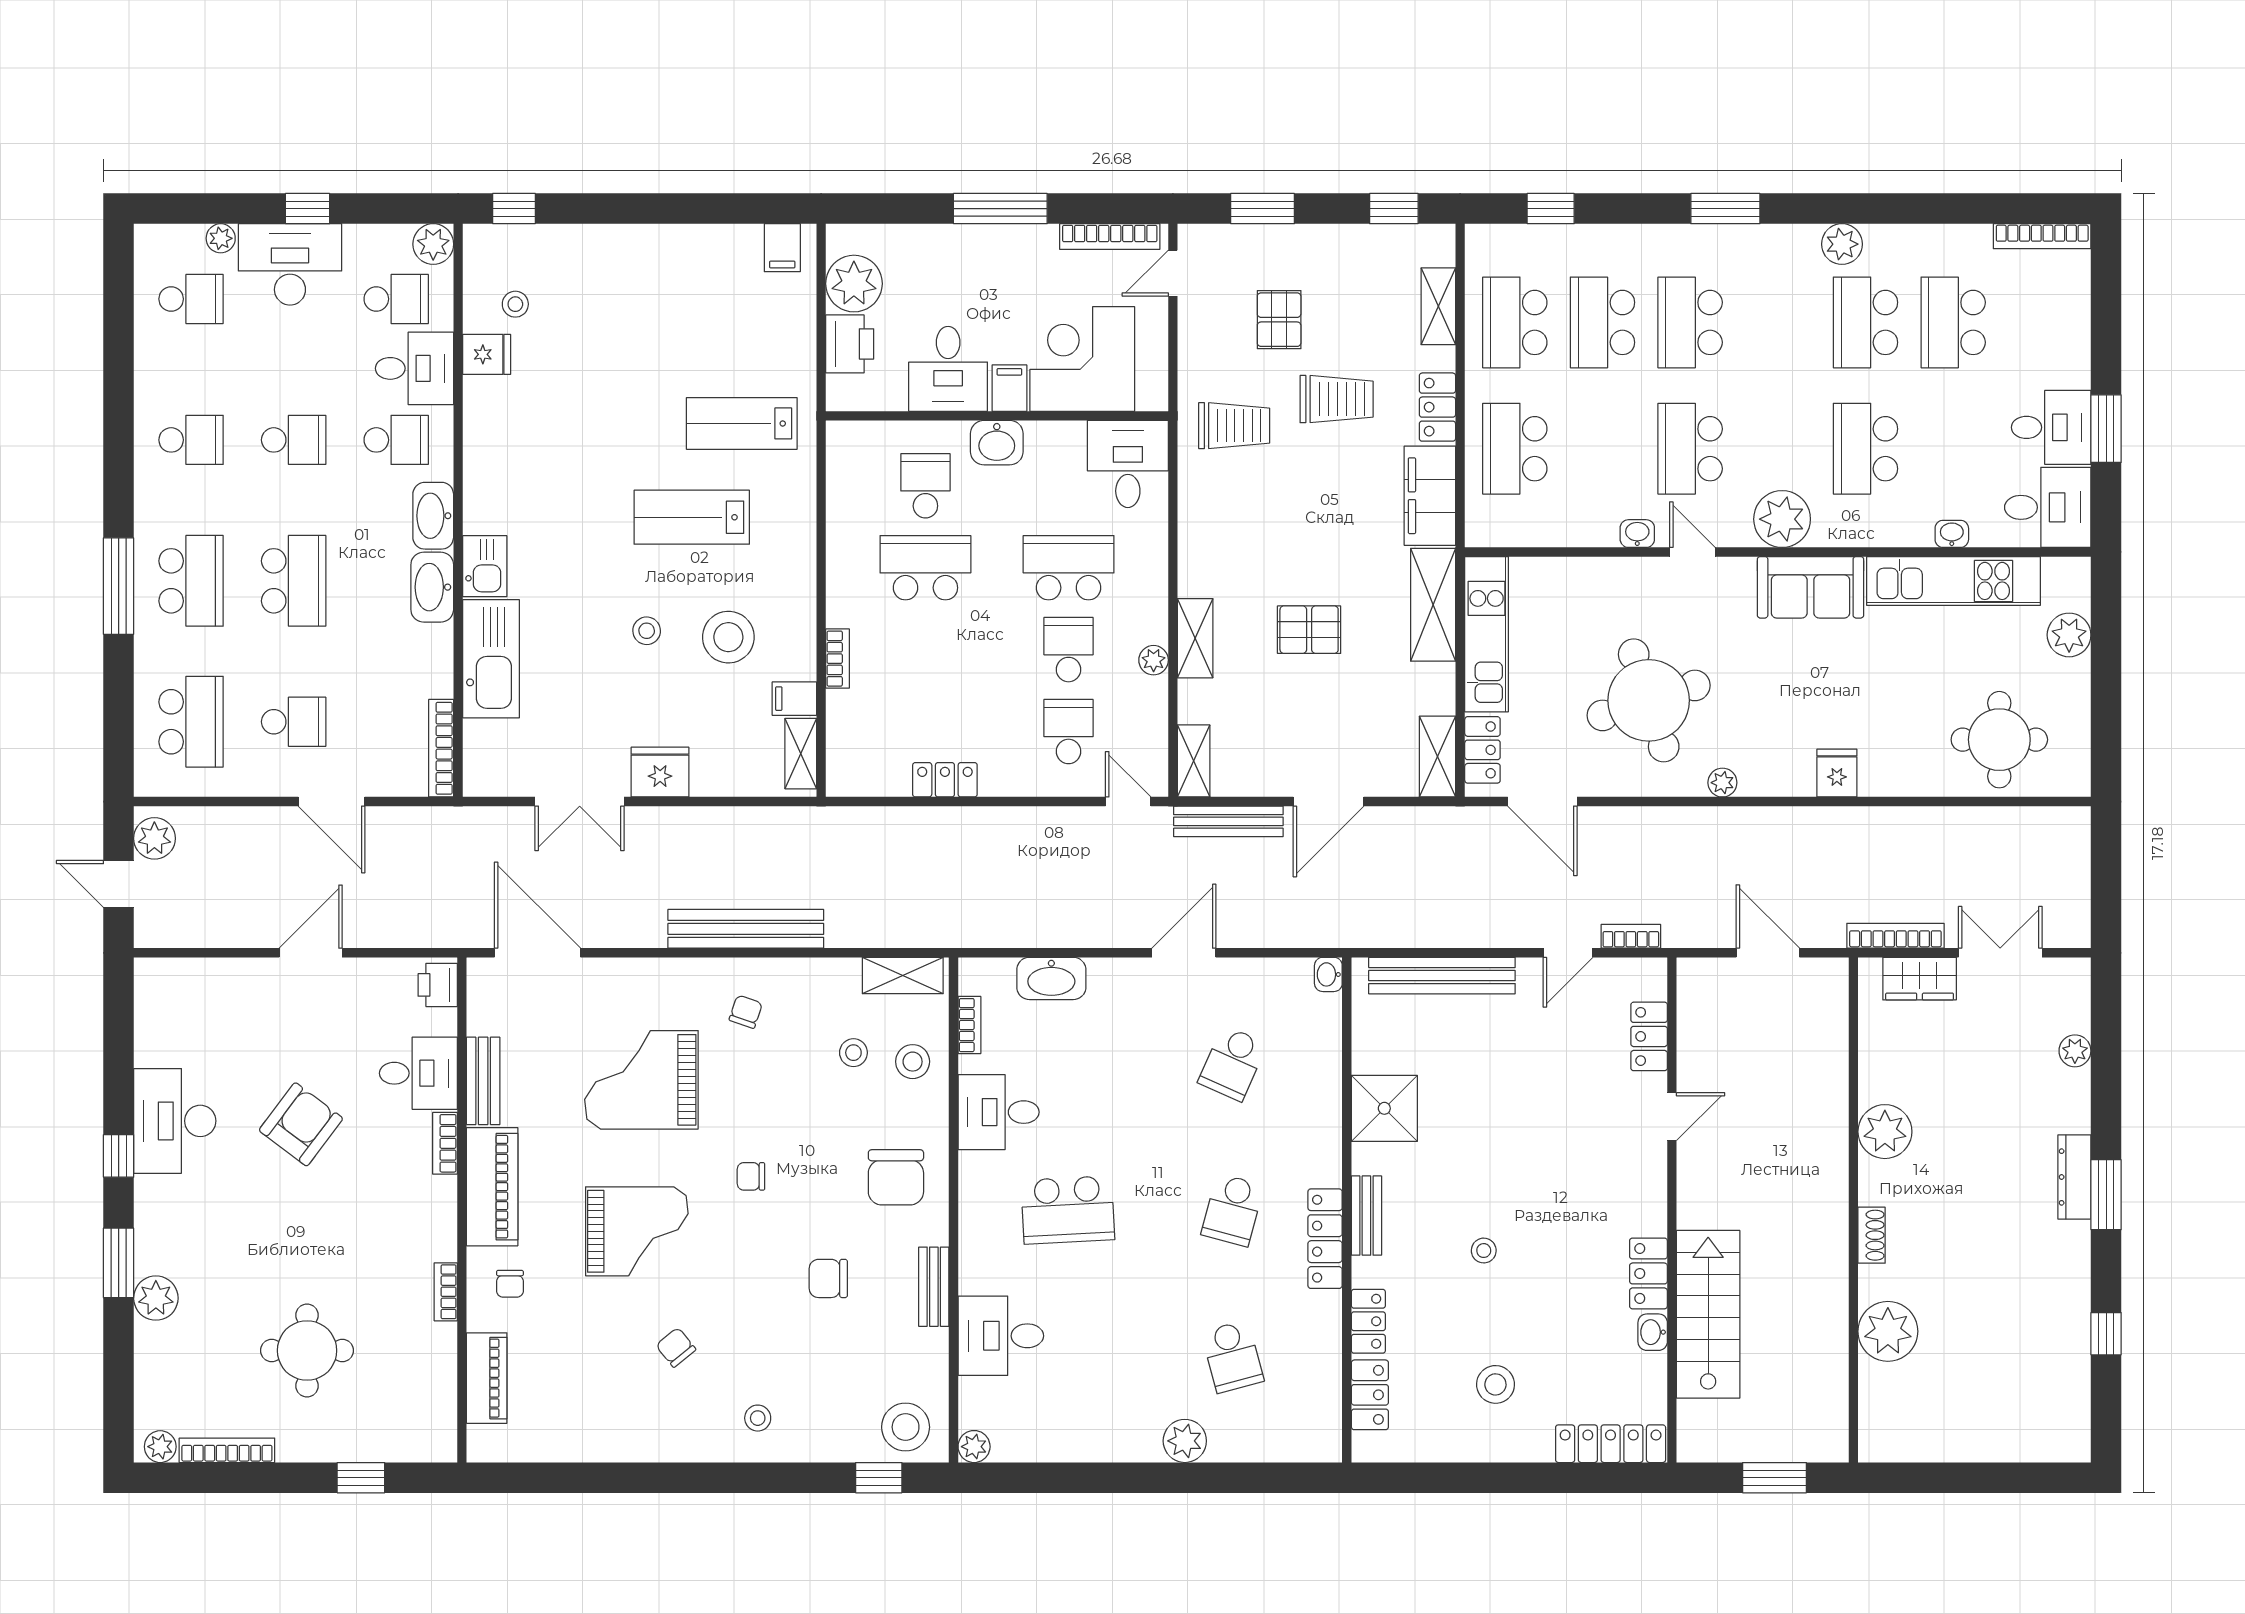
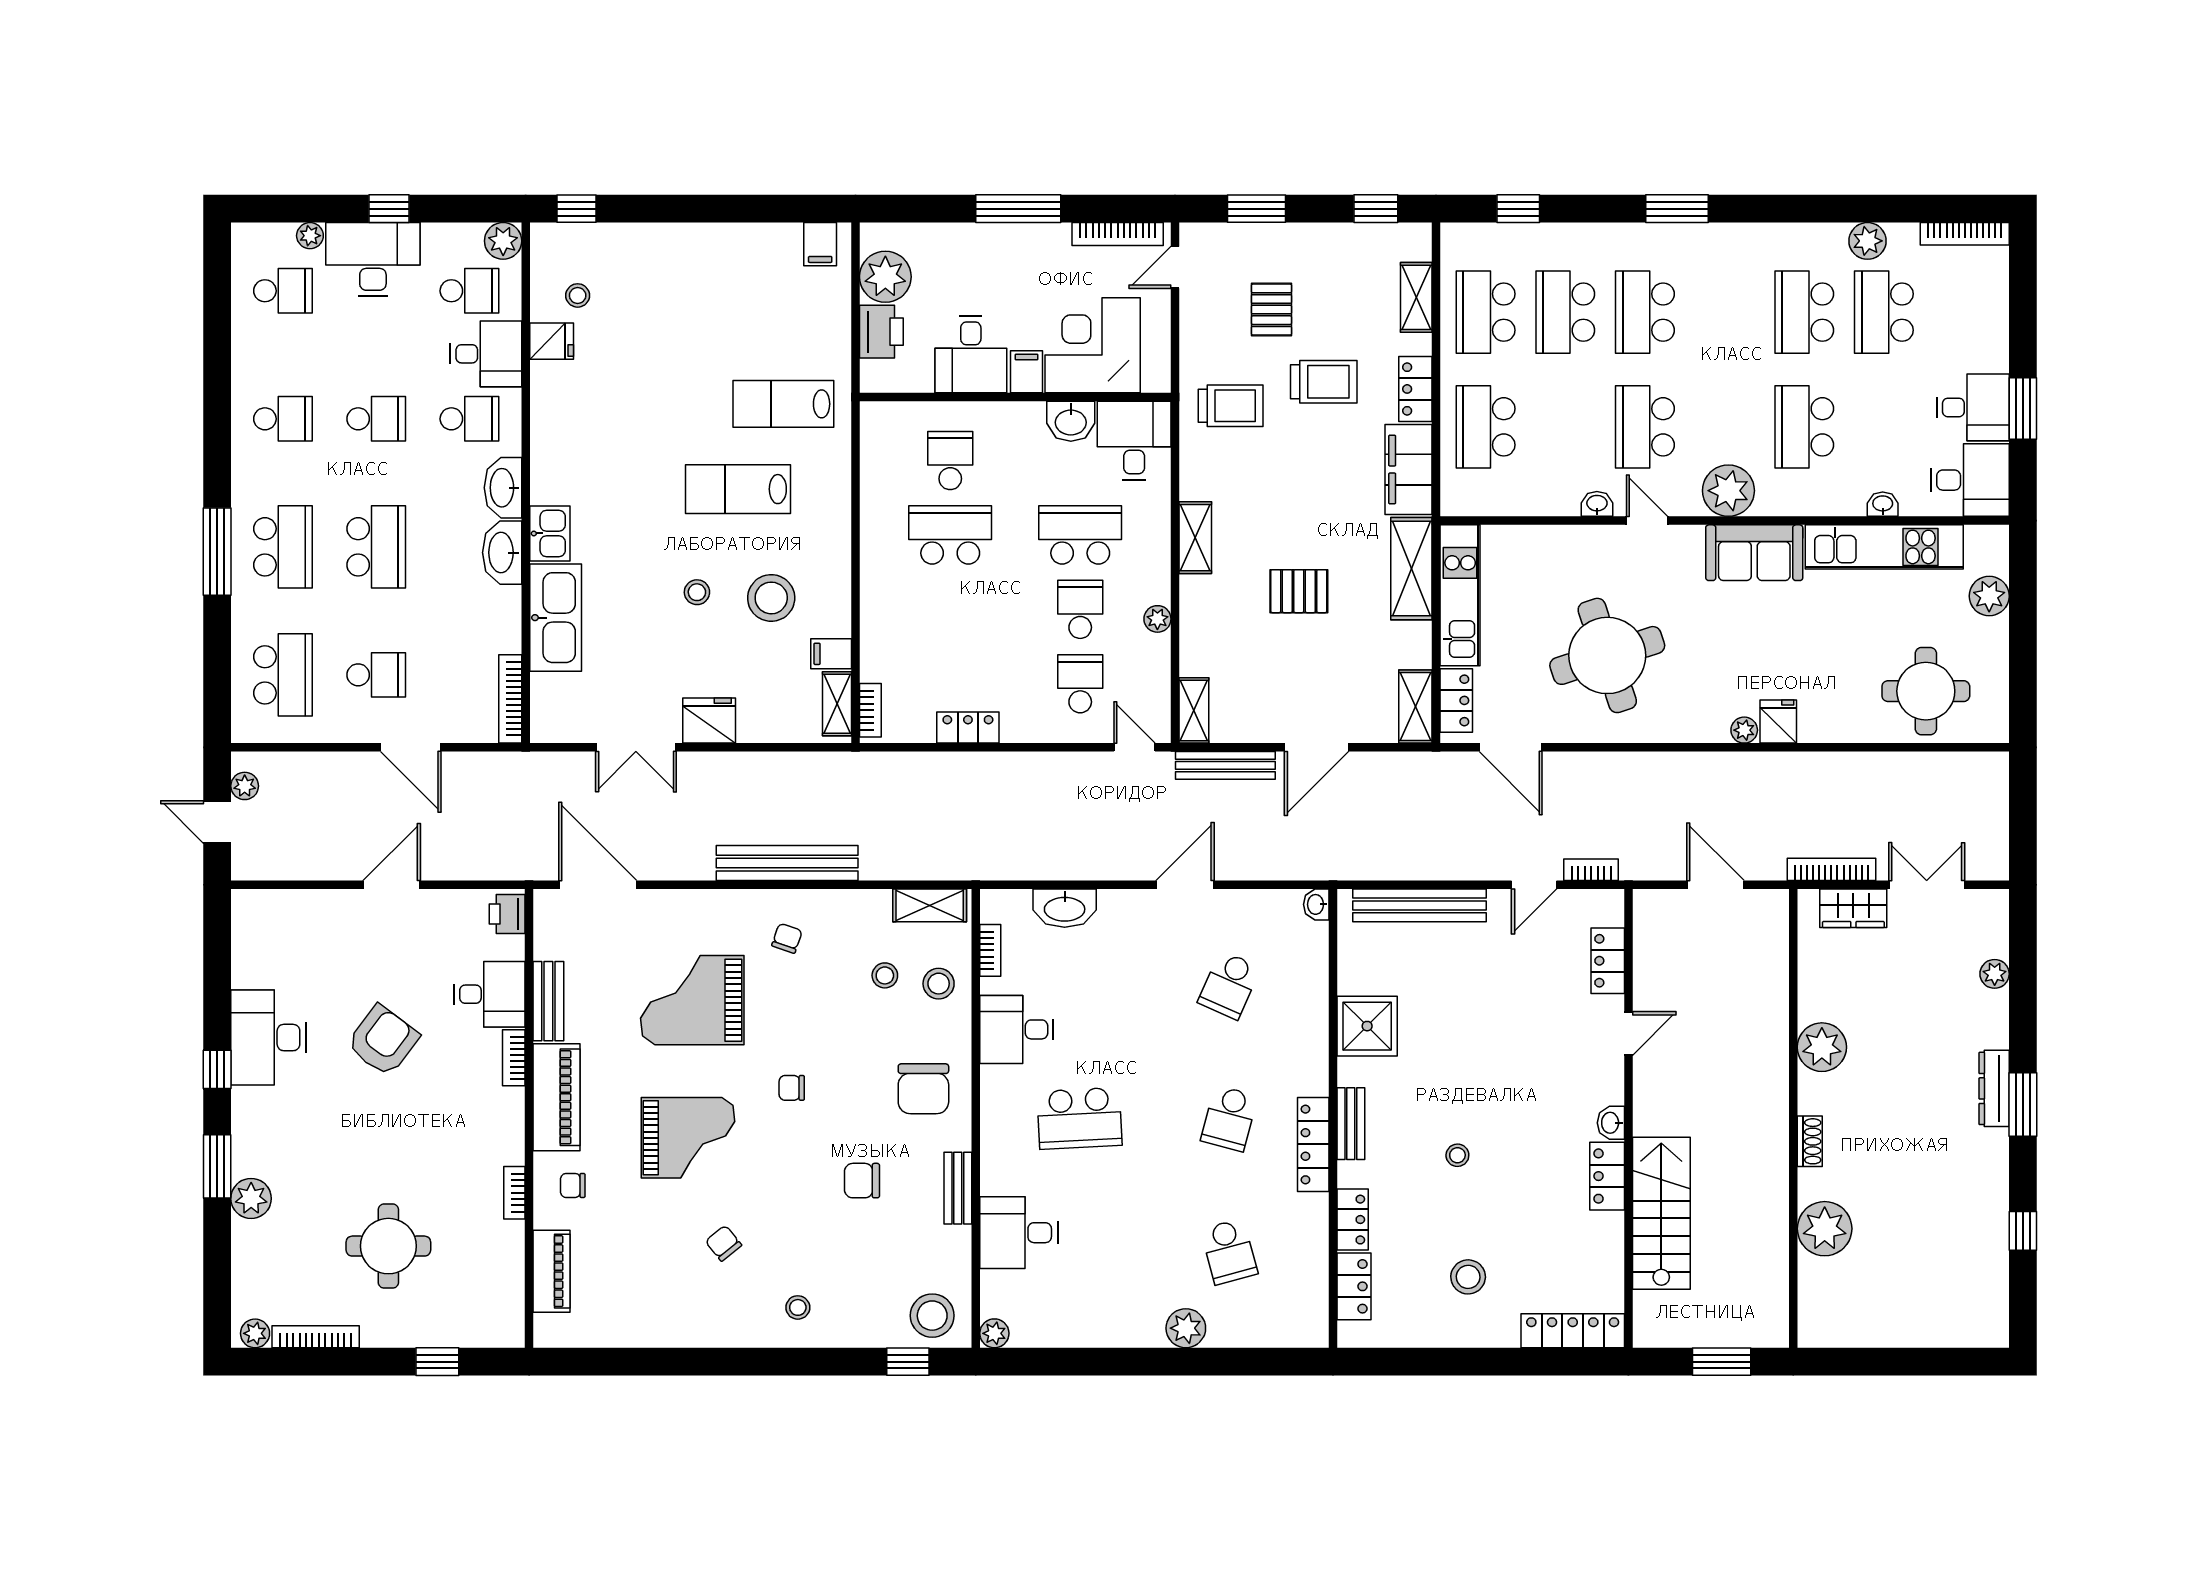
plant: (1842, 244) -> (1867, 241), moved
washbasin: (997, 443) -> (1071, 421), moved
shelving: (1195, 638) -> (1195, 538), moved
bookcase: (838, 659) -> (870, 710), moved
plant: (1722, 783) -> (1744, 730), moved
plant: (154, 838) -> (245, 786), width x0.73, depth x0.73
chair: (510, 1284) -> (573, 1185), turned 90
washbasin: (1653, 1332) -> (1611, 1123), moved

